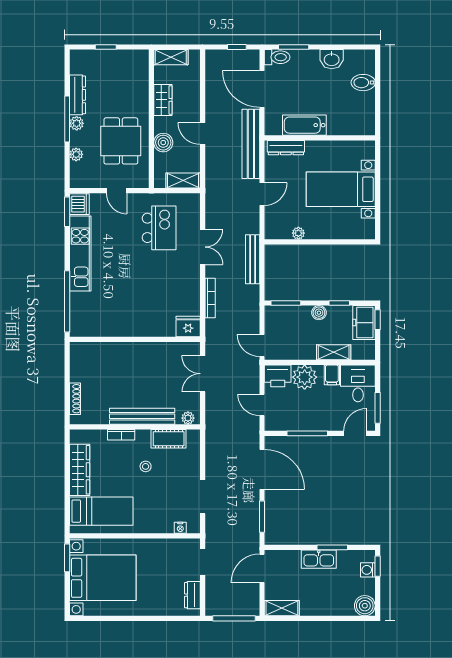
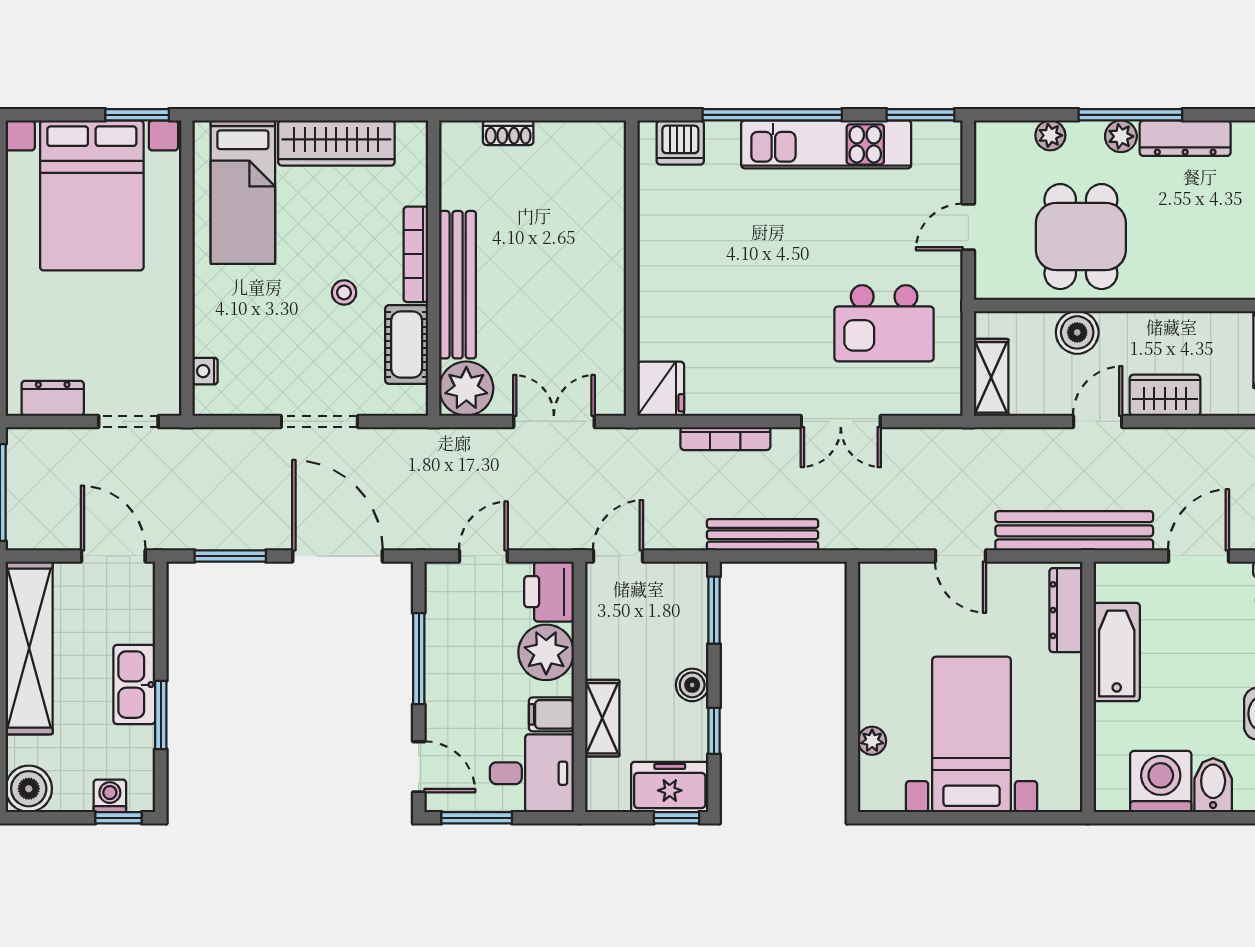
door: (262, 89) -> (1198, 556), width x0.73
wardrobe: (163, 100) -> (1165, 395), moved, turned 180
washing machine: (362, 106) -> (1161, 782), added
dining table: (121, 141) -> (1081, 237), turned 90
dishwasher: (79, 204) -> (680, 143), moved
plant: (298, 233) -> (872, 741), moved
bench: (253, 259) -> (762, 535), moved
window: (67, 301) -> (772, 115), moved
shoe rack: (75, 399) -> (508, 133), width x0.70
plant: (188, 418) -> (466, 388), width x1.87, depth x1.87
bookcase: (121, 435) -> (416, 254), width x1.56
door: (262, 469) -> (337, 556), swing flipped
doorway: (203, 497) -> (319, 421), moved
shelving: (282, 608) -> (29, 648), width x2.20, depth x1.33

